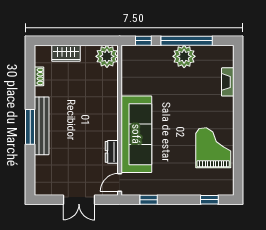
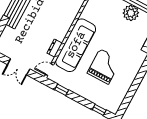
grand piano: (213, 148) -> (104, 66), moved

